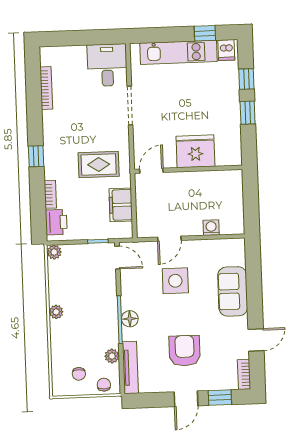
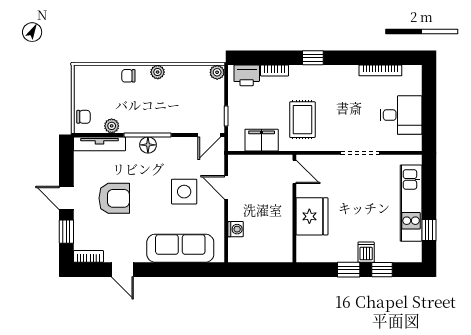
dishwasher: (226, 50) -> (366, 252), moved, turned 90
desk: (107, 65) -> (401, 115), moved
sofa: (233, 291) -> (180, 248), width x1.36
chair: (79, 374) -> (128, 76), moved

